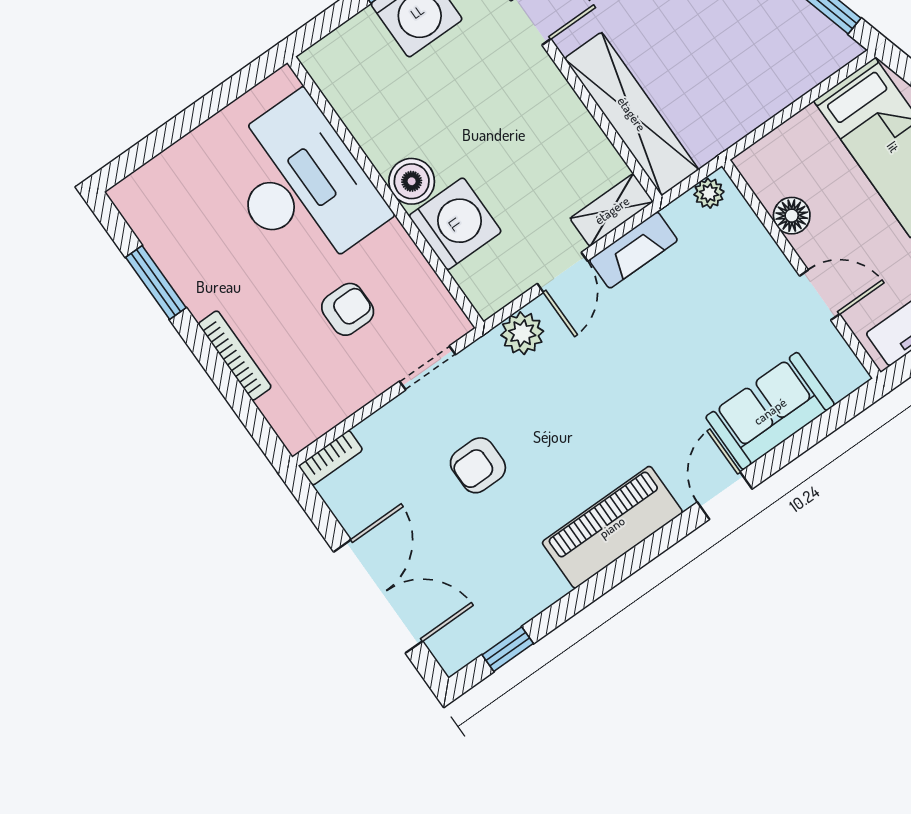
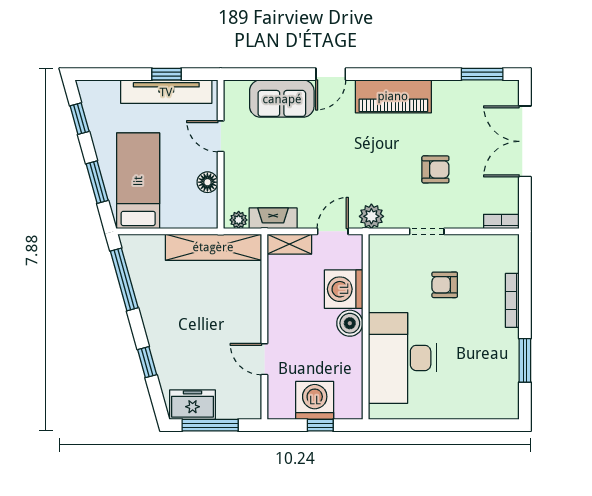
shelving: (632, 114) -> (213, 247), moved, turned 90
boiler: (412, 181) -> (350, 323), moved
desk: (301, 185) -> (402, 358), moved
wall: (385, 192) -> (366, 327), moved
washing machine: (455, 224) -> (344, 289), moved
fireplace: (633, 250) -> (273, 218), moved
window: (508, 649) -> (482, 74), width x1.50

